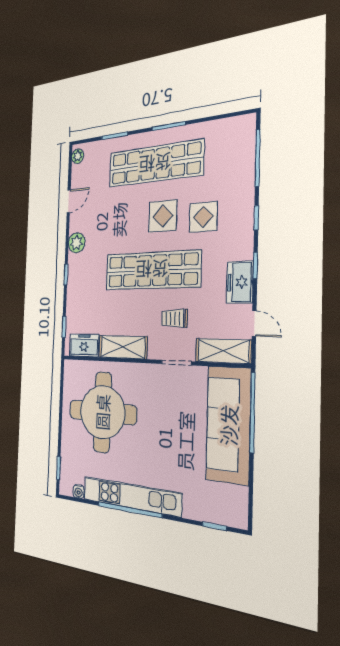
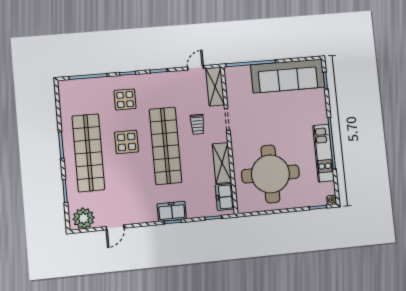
plant: (78, 156) -> (84, 218), width x1.87, depth x1.87
door: (69, 201) -> (115, 227), swing flipped
display table: (203, 217) -> (125, 99), moved
plant: (77, 243) -> (148, 215), removed
freezer: (240, 282) -> (172, 211), moved, turned 180
sofa: (228, 425) -> (288, 76), moved
water cooler: (79, 491) -> (332, 200), moved
kitchen unit: (131, 496) -> (324, 153), width x0.73

